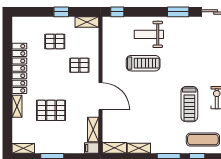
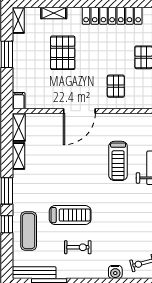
treadmill: (189, 104) -> (70, 215), turned 180
shelving: (17, 106) -> (54, 13), moved
shelving: (93, 129) -> (40, 102), removed

